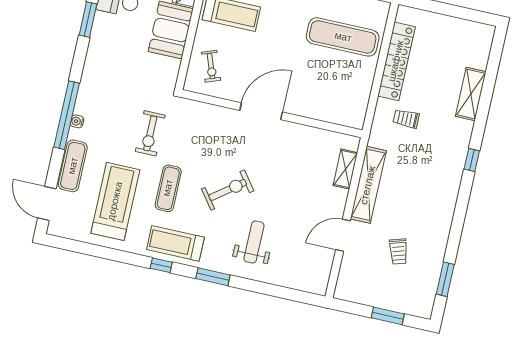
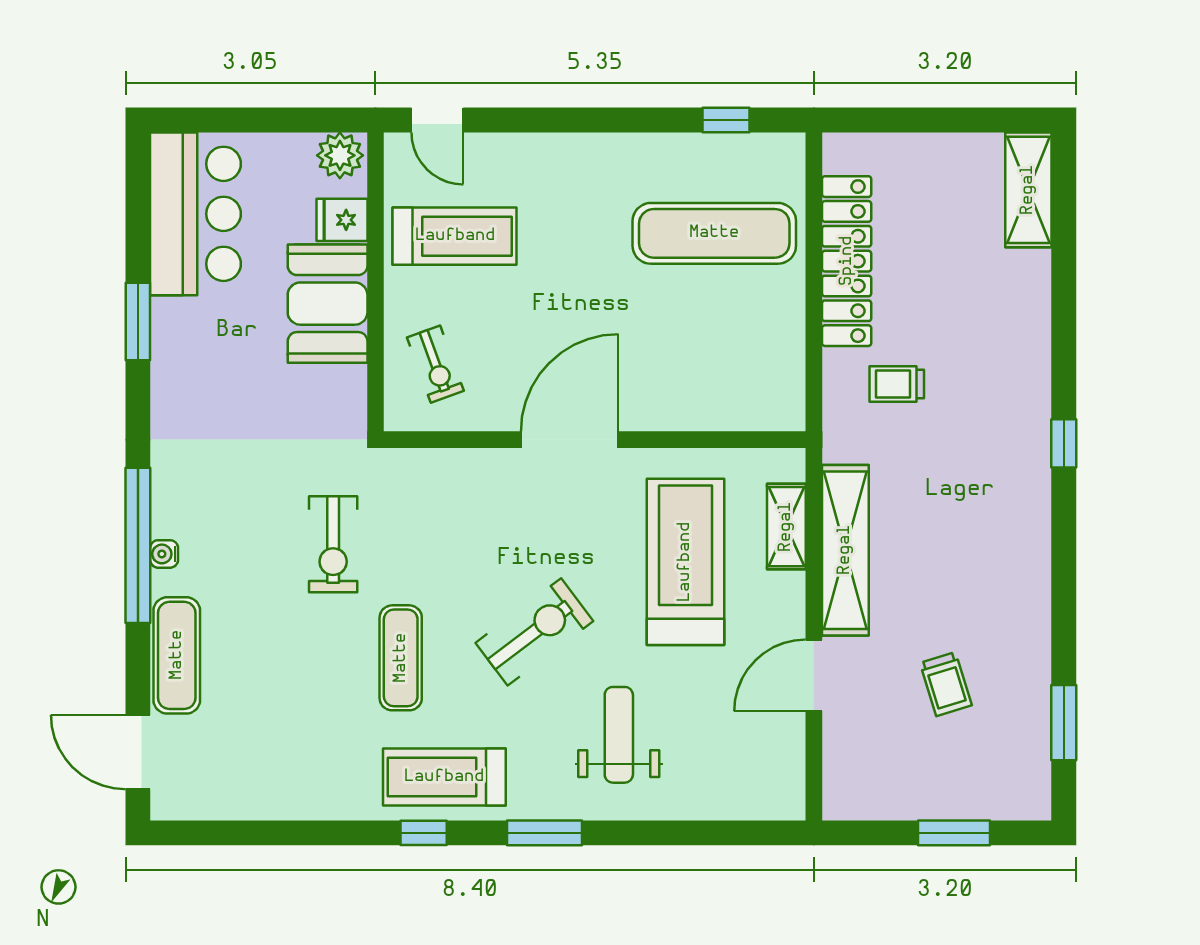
shelving: (471, 94) -> (1028, 190), moved
treadmill: (115, 201) -> (685, 562), moved

